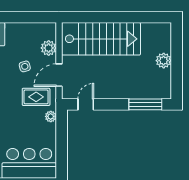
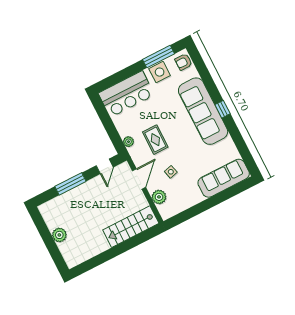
stairs: (101, 39) -> (131, 227), width x0.73, depth x0.66
rug: (36, 97) -> (155, 140), moved, turned 90
window: (145, 104) -> (70, 184), moved

